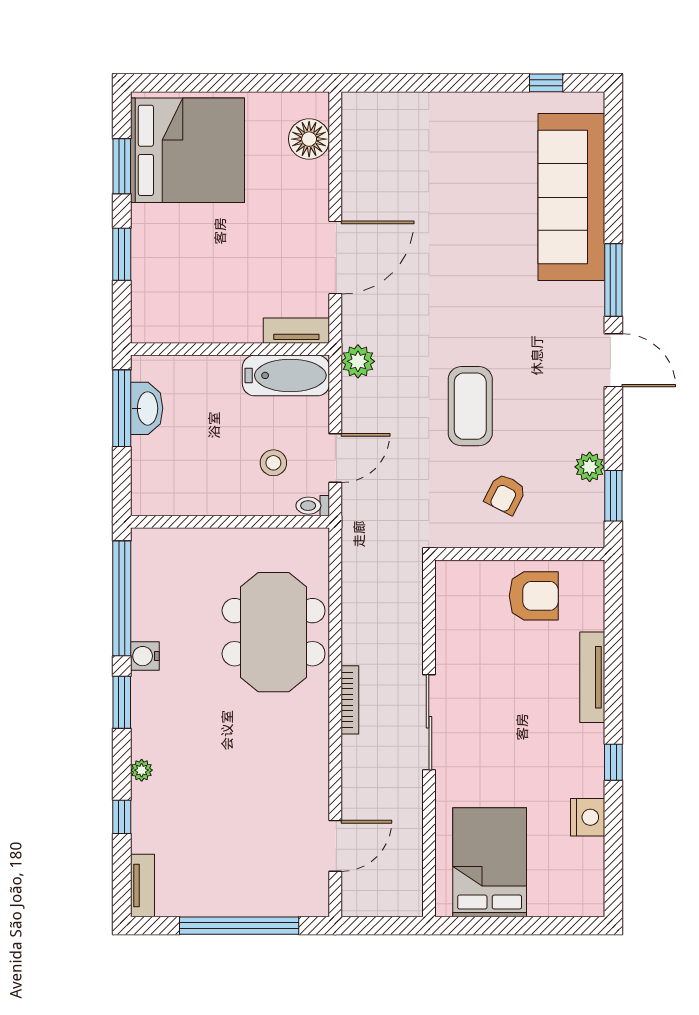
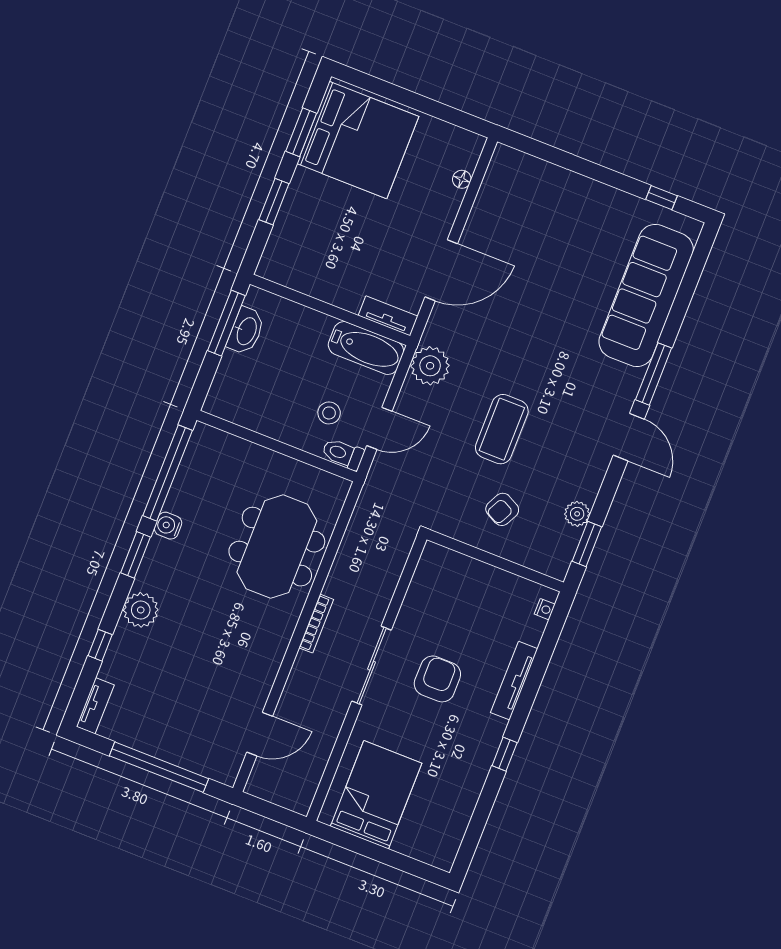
floor lamp: (309, 139) -> (462, 179), width x0.53, depth x0.53
plant: (358, 361) -> (430, 366), width x1.36, depth x1.36
toilet: (313, 506) -> (343, 454), width x1.37, depth x1.39
armchair: (534, 596) -> (437, 679), moved, turned -90
plant: (142, 770) -> (141, 610), width x1.88, depth x1.88
nightstand: (588, 817) -> (545, 609), moved, width x0.53, depth x0.56

